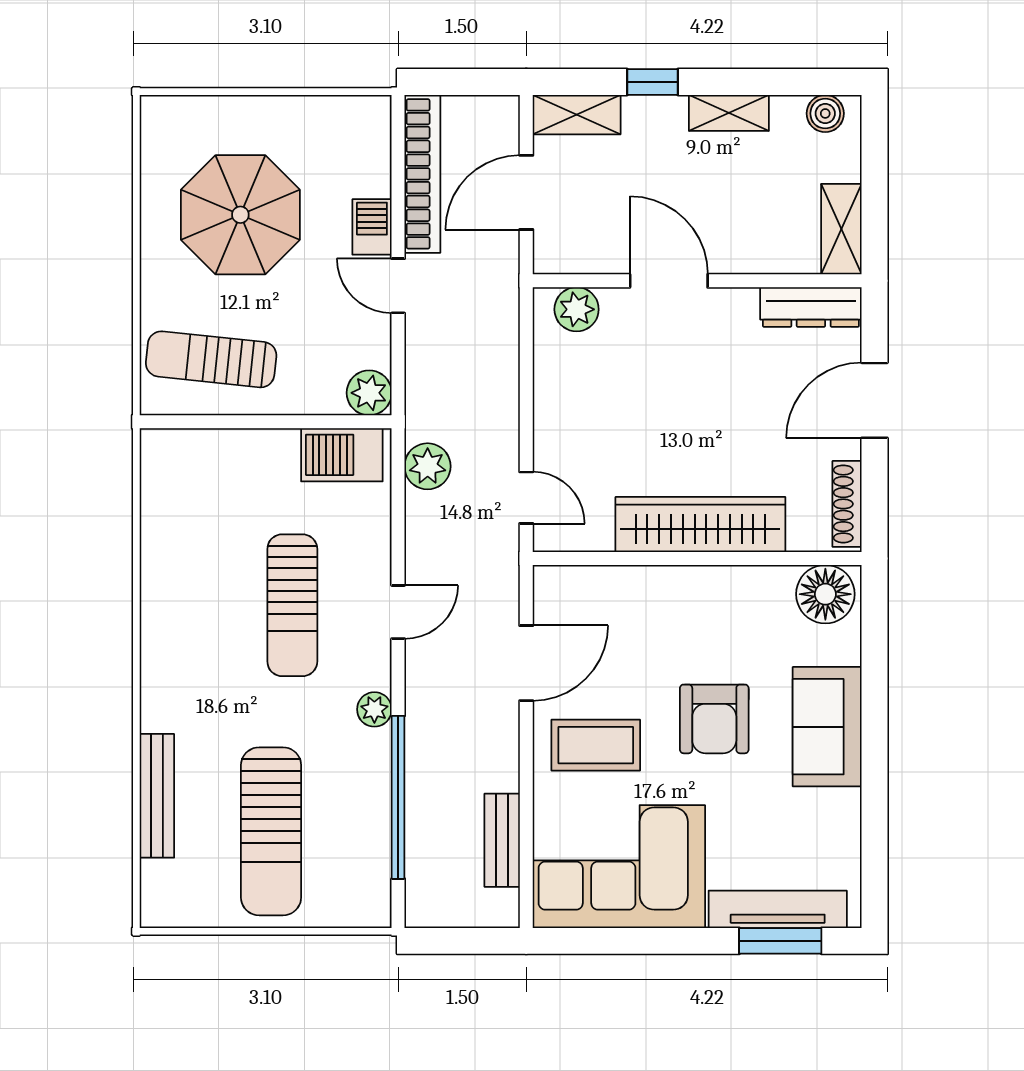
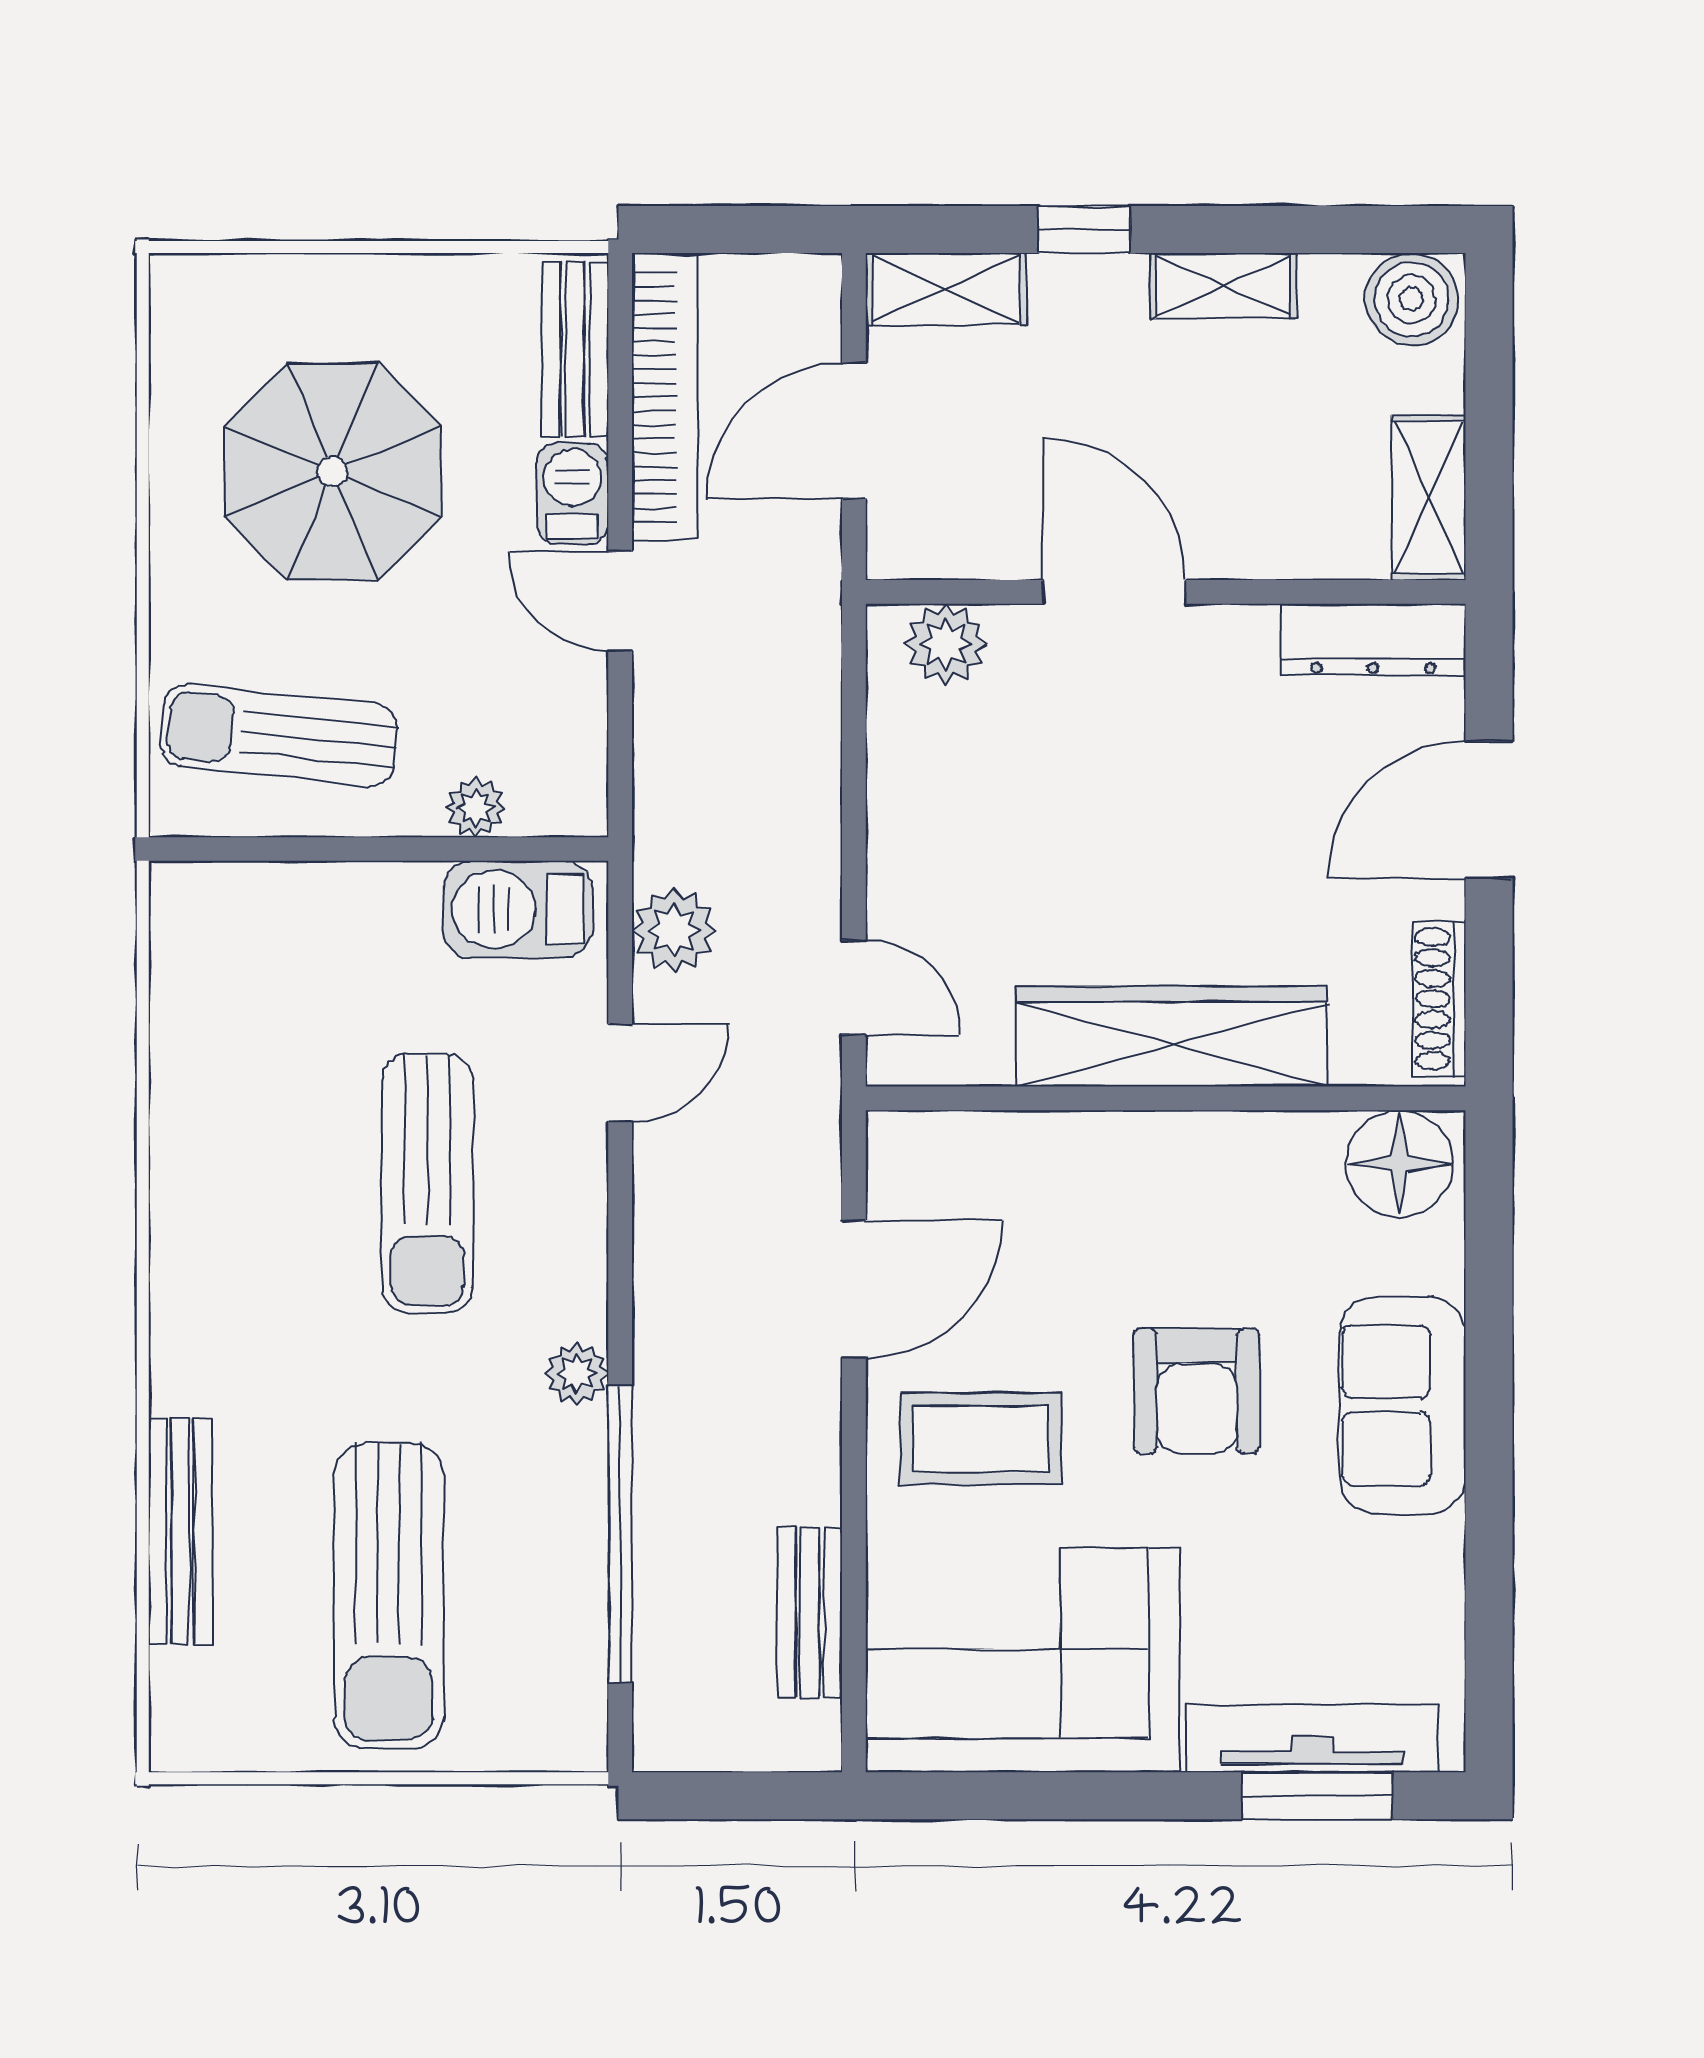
boiler: (825, 113) -> (1412, 299), width x1.36, depth x1.36
bench: (373, 148) -> (575, 349), added
plant: (369, 393) -> (476, 808), moved, width x0.73, depth x0.73
door: (398, 612) -> (620, 1073), moved

